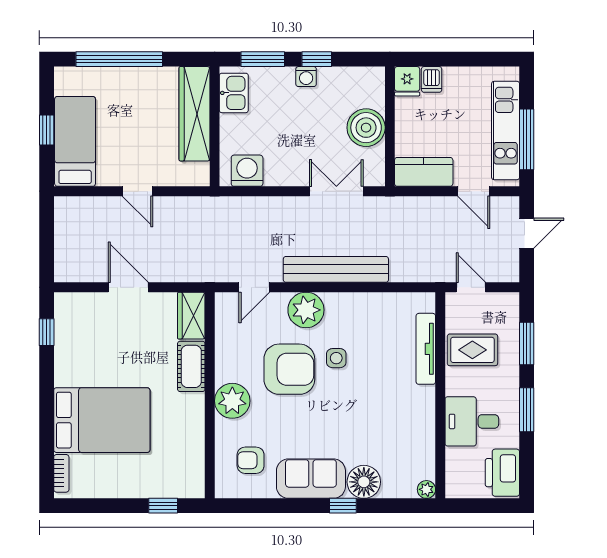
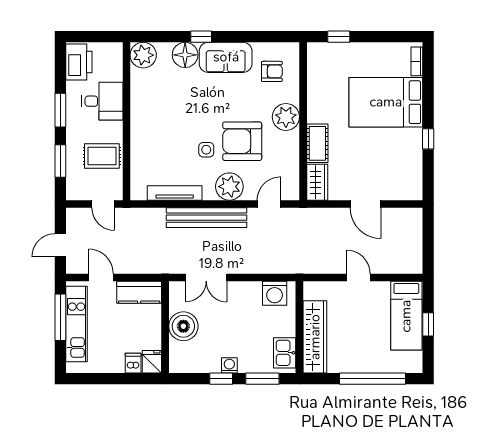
window: (47, 332) -> (428, 139), moved
tv unit: (426, 349) -> (175, 193), moved, turned -90
plant: (426, 489) -> (143, 55), width x1.88, depth x1.88

